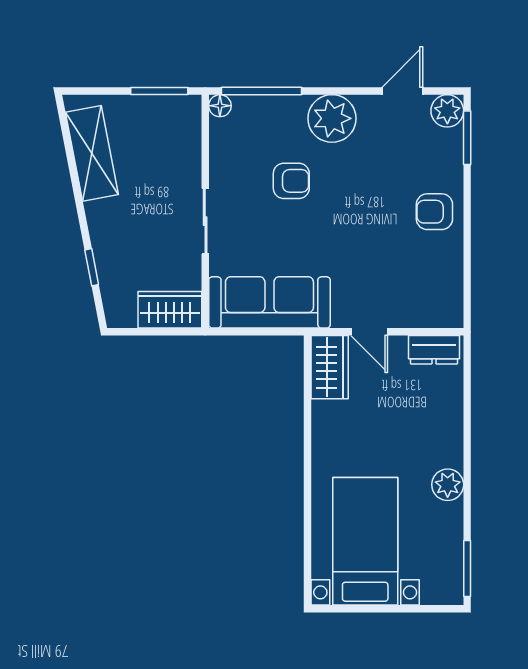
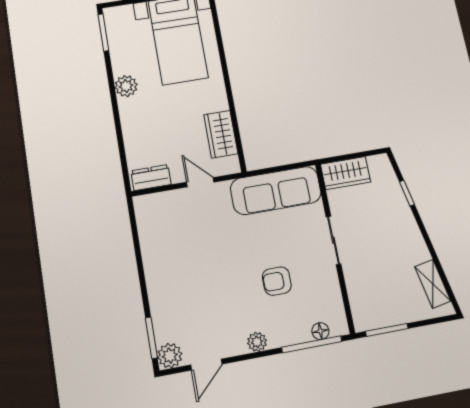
floor lamp: (220, 106) -> (320, 331), moved
plant: (332, 118) -> (257, 342), width x0.53, depth x0.53
shelving: (92, 153) -> (433, 284), width x0.67, depth x0.75
armchair: (434, 212) -> (167, 278), removed
wardrobe: (330, 367) -> (221, 134), moved

